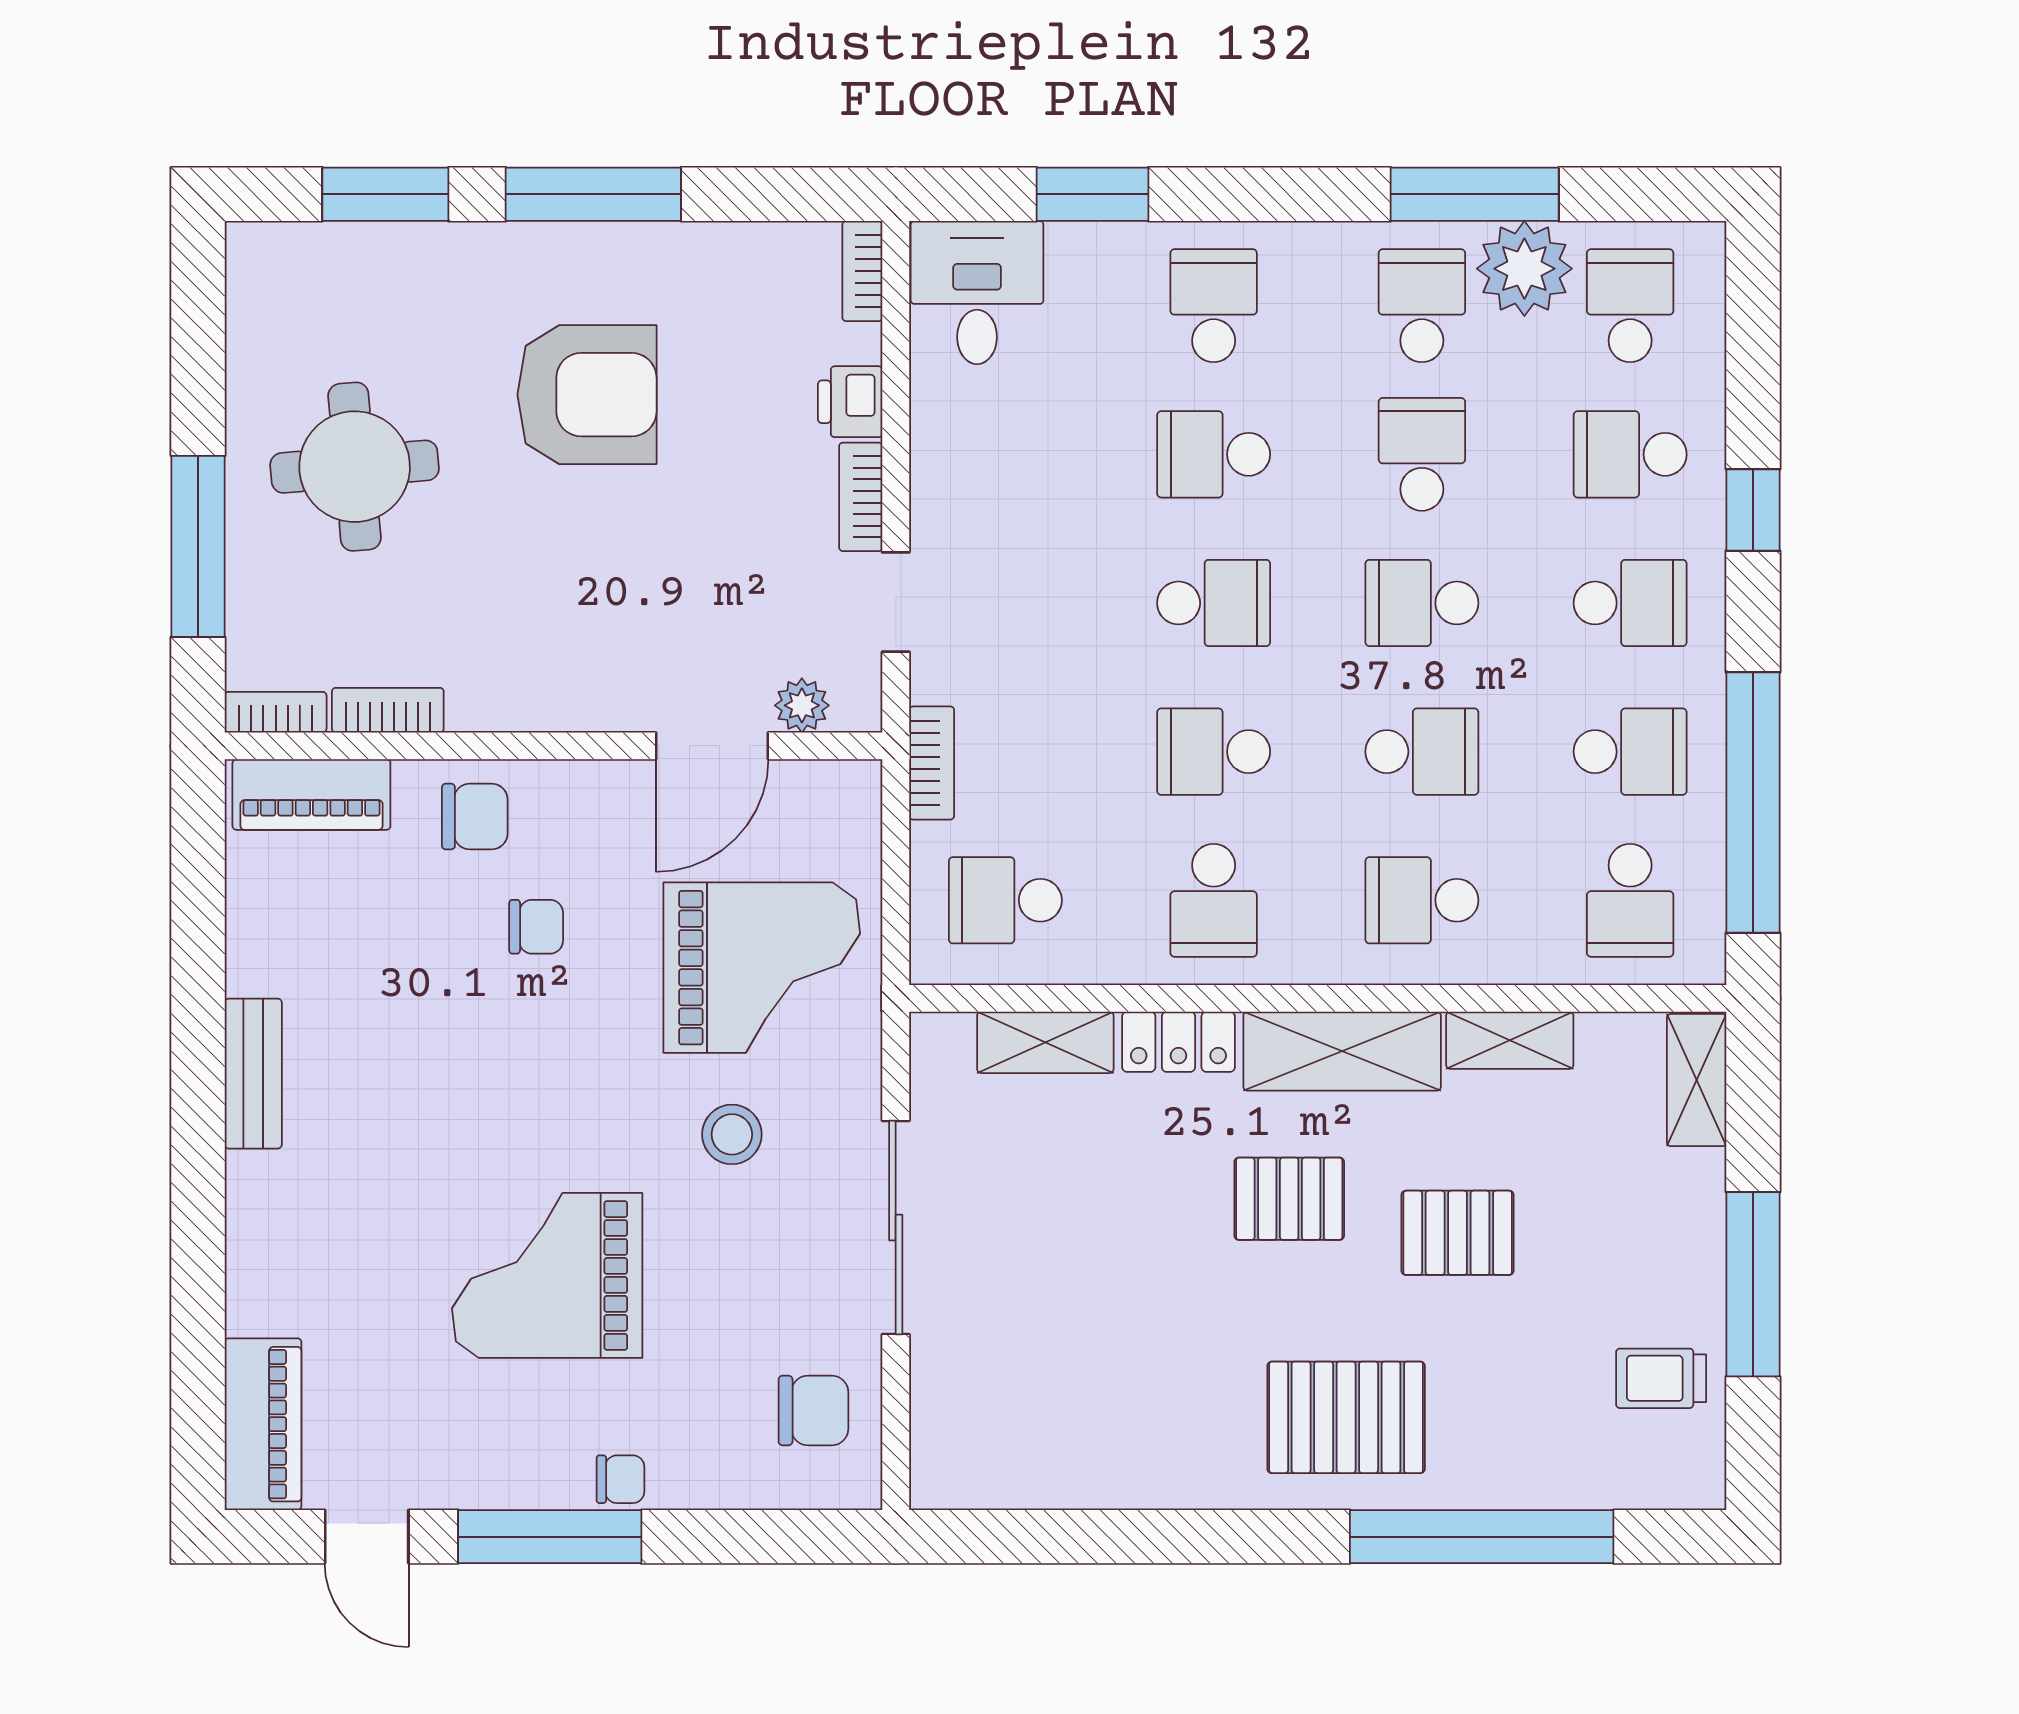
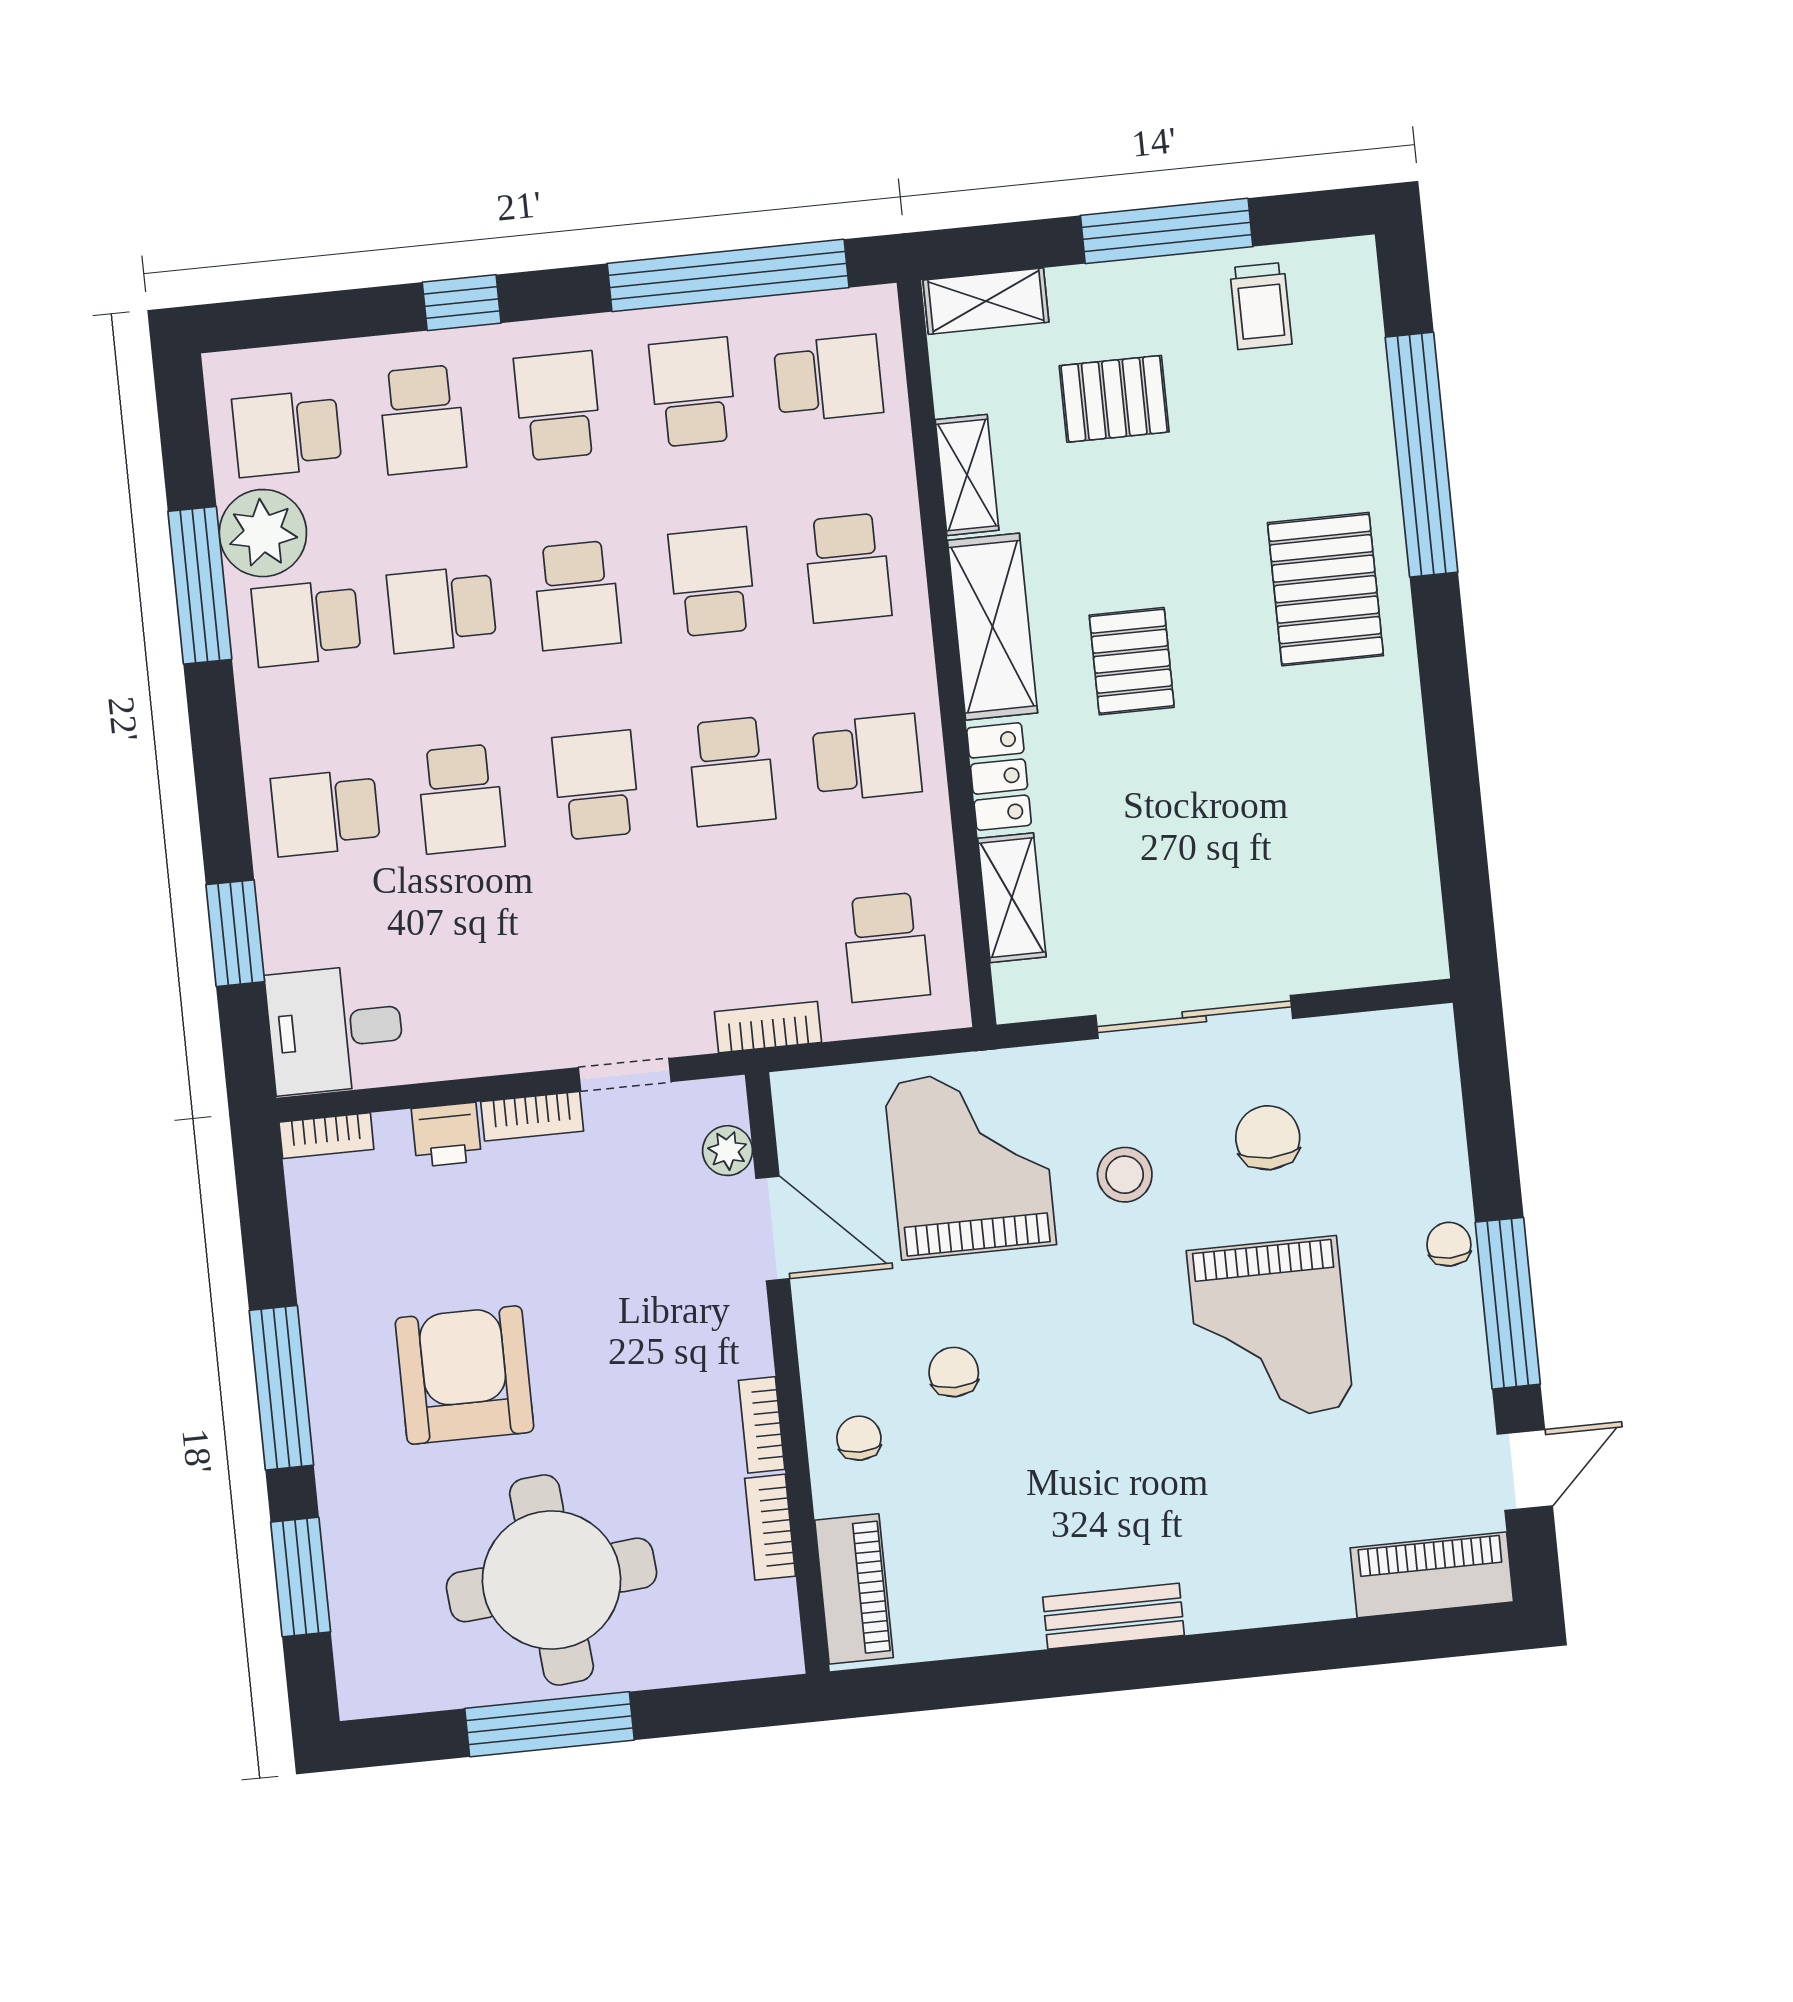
round table: (355, 467) -> (552, 1580), width x1.36, depth x1.36
window: (198, 546) -> (550, 1724), moved
bookcase: (276, 712) -> (762, 1425), moved
chair: (475, 817) -> (859, 1438), width x0.73, depth x0.73
pallet: (1458, 1233) -> (1114, 399), moved, turned 90
chair: (813, 1411) -> (1268, 1138), moved

